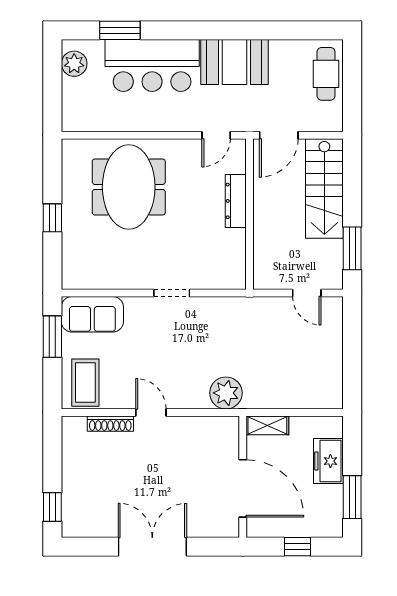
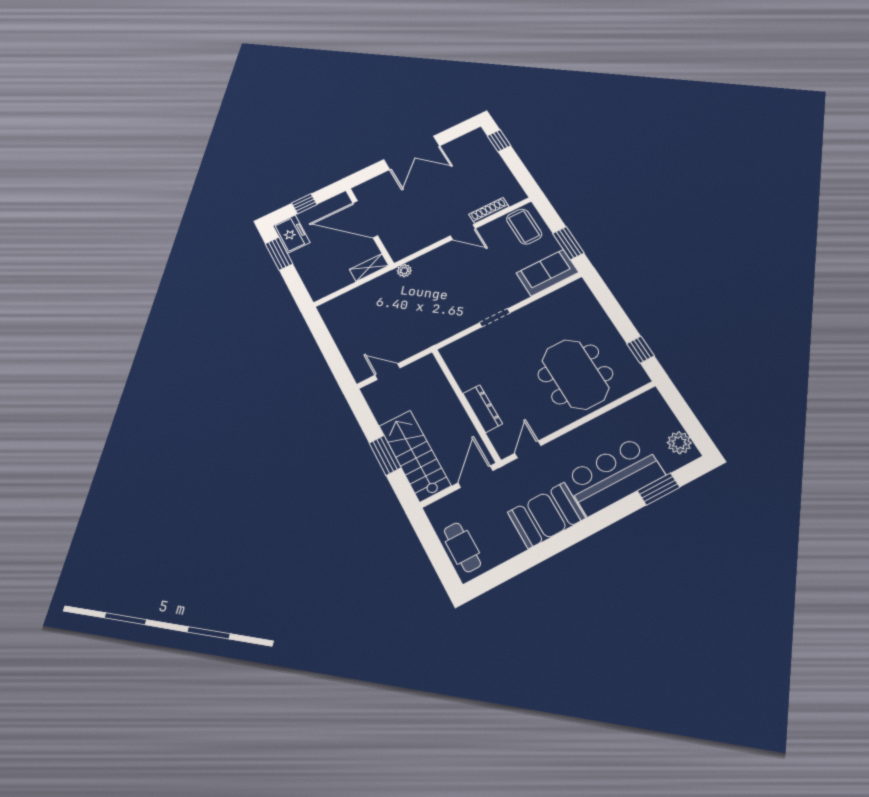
window: (52, 218) -> (641, 350), moved
window: (352, 248) -> (385, 455), moved
plant: (226, 393) -> (404, 271), width x0.53, depth x0.53
freezer: (328, 461) -> (291, 234), moved

